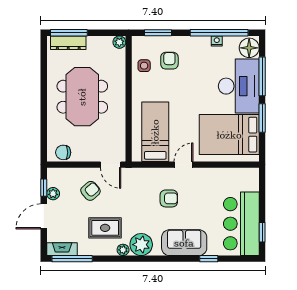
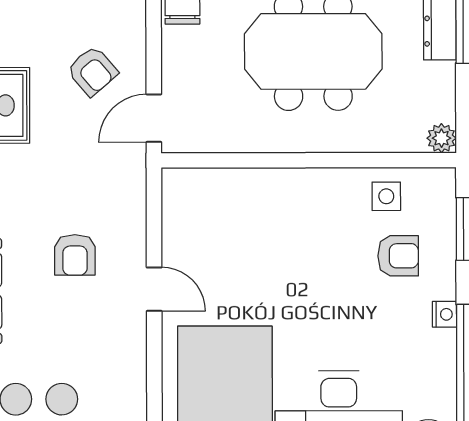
nightstand: (217, 41) -> (444, 314), moved
bed: (155, 132) -> (231, 223), removed

